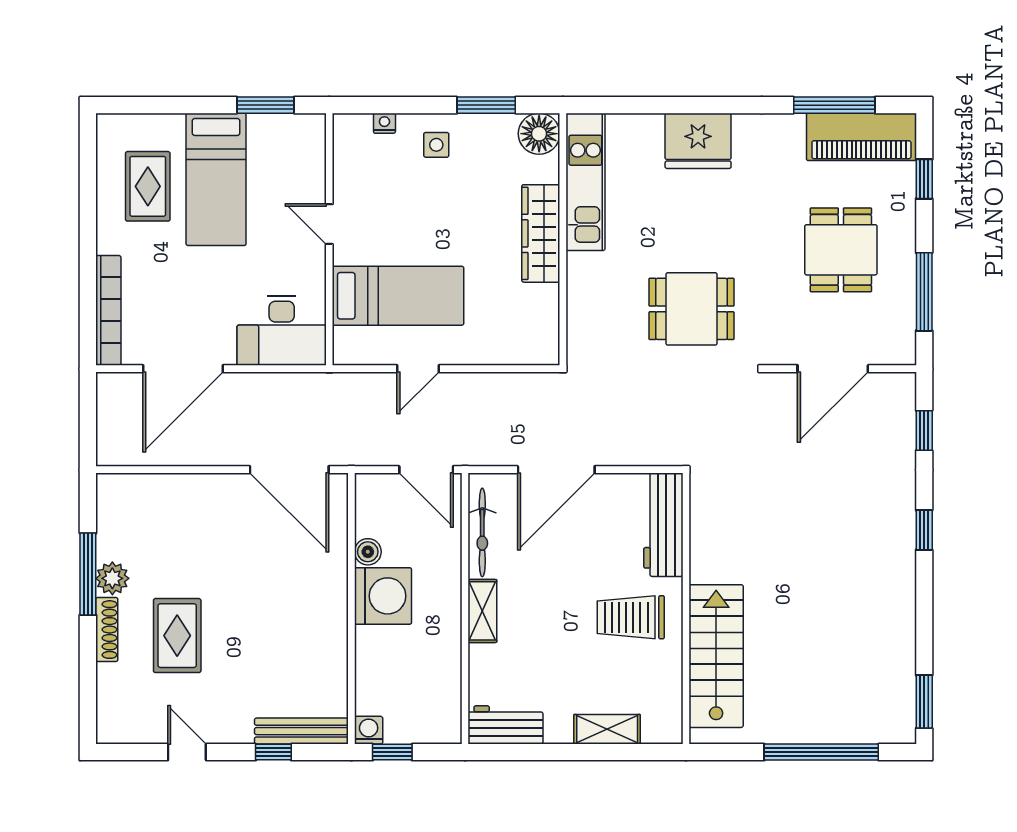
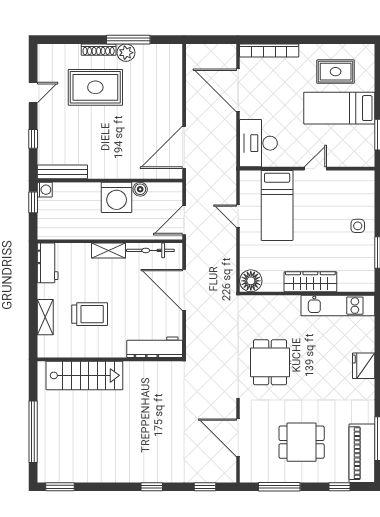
nightstand: (384, 123) -> (369, 198), removed
floor lamp: (539, 134) -> (251, 281), moved
fridge: (698, 141) -> (364, 366), width x0.73, depth x0.75
trolley: (631, 617) -> (90, 314), moved, turned 90
rug: (177, 636) -> (95, 87), width x1.36, depth x1.43
bench: (301, 731) -> (62, 172), moved, turned 90

